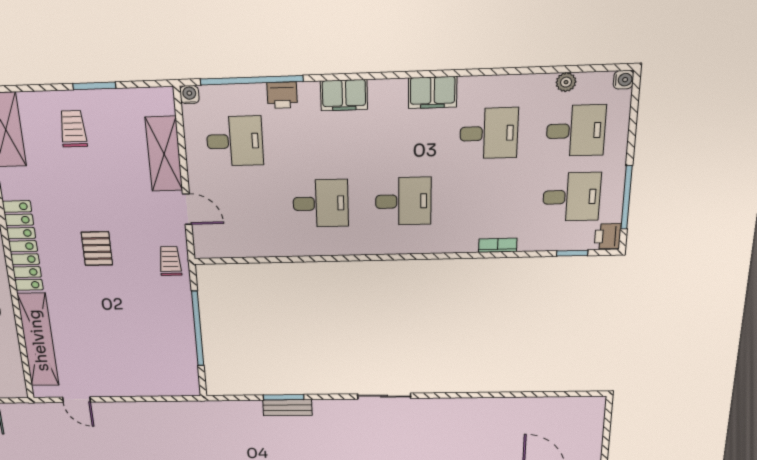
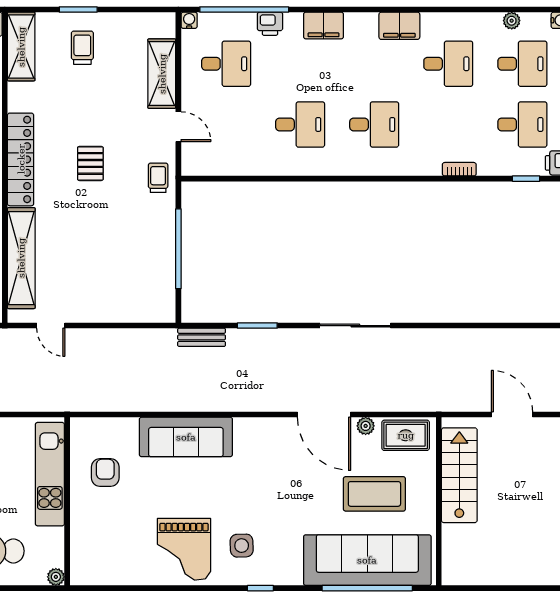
window: (94, 86) -> (78, 10), moved
sliding door: (384, 396) -> (355, 326), width x1.37
bench: (287, 408) -> (202, 337), moved

